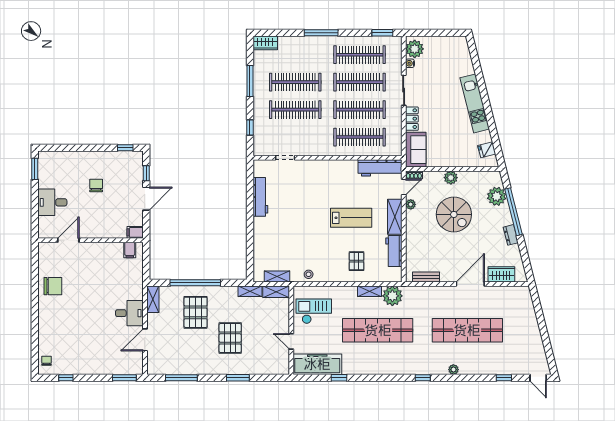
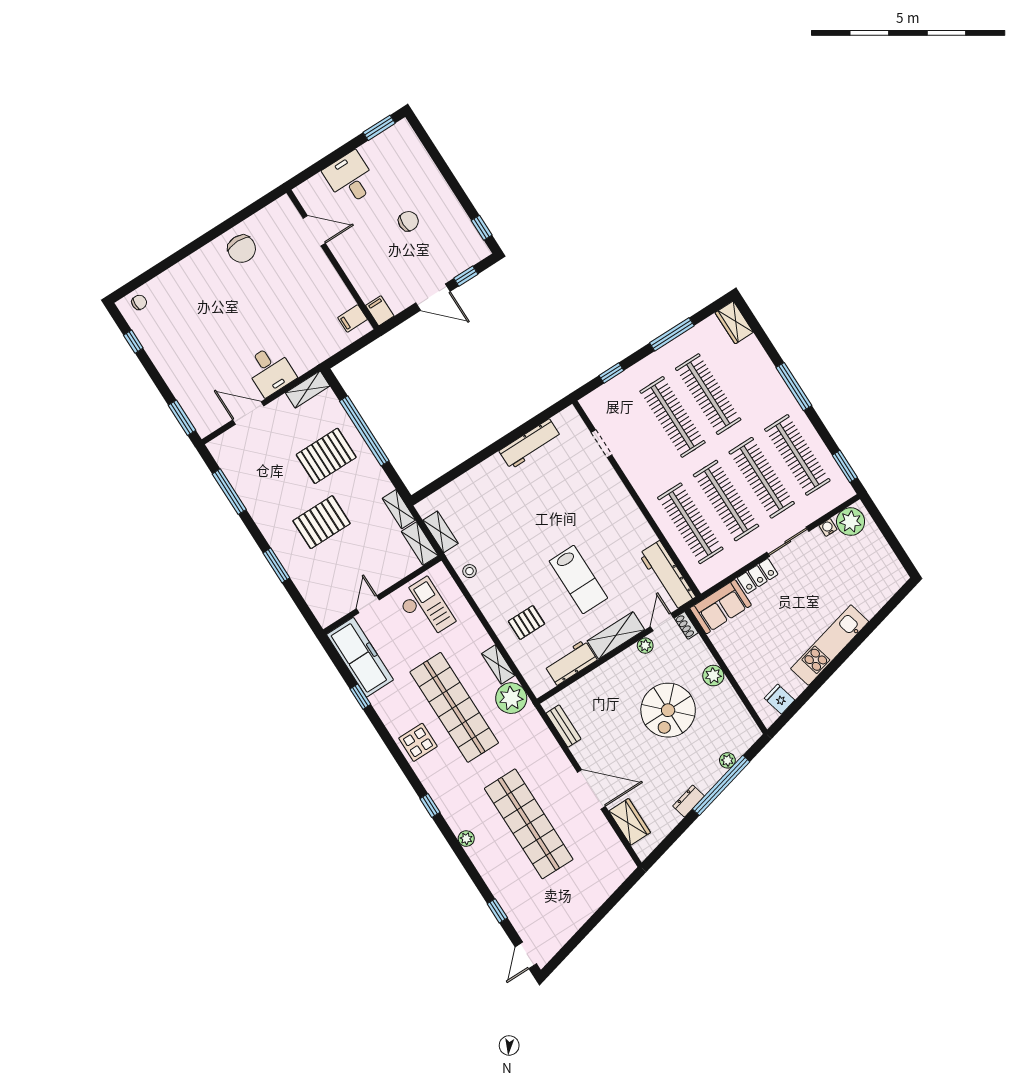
door: (404, 187) -> (662, 622), swing flipped
plant: (497, 196) -> (727, 760), width x0.53, depth x0.53
display table: (384, 362) -> (418, 742), added

